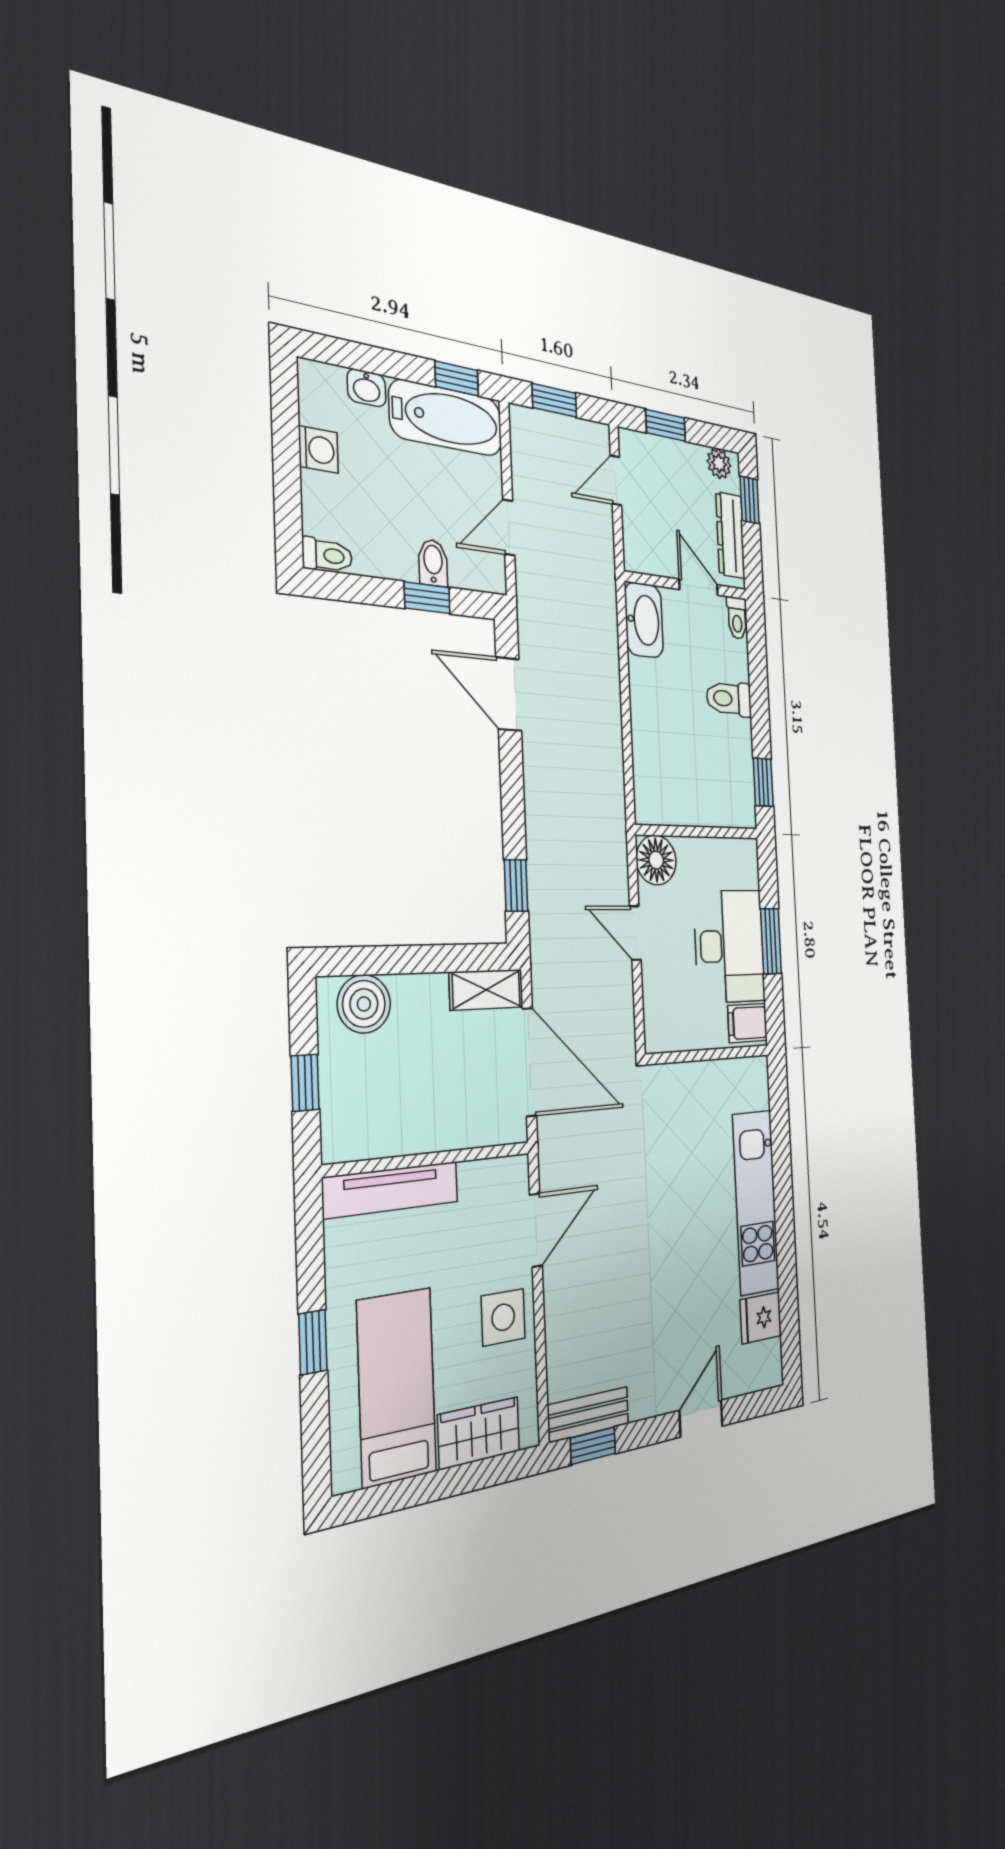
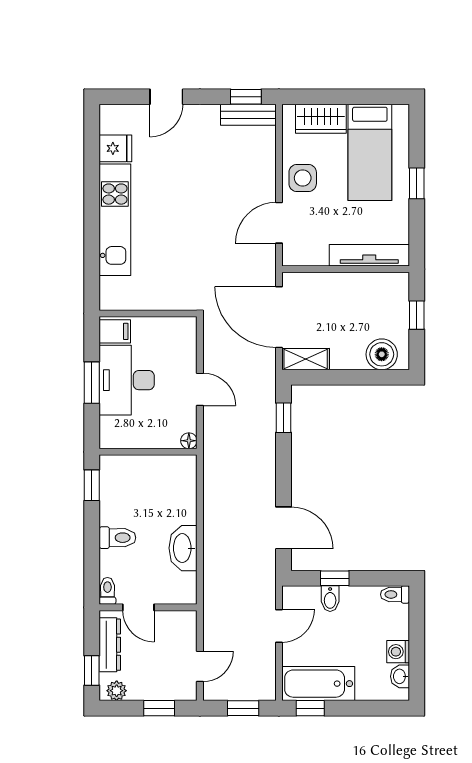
washbasin: (367, 388) -> (400, 676), moved, turned -90
washbasin: (644, 620) -> (183, 548), moved
floor lamp: (656, 860) -> (189, 441), width x0.53, depth x0.53

